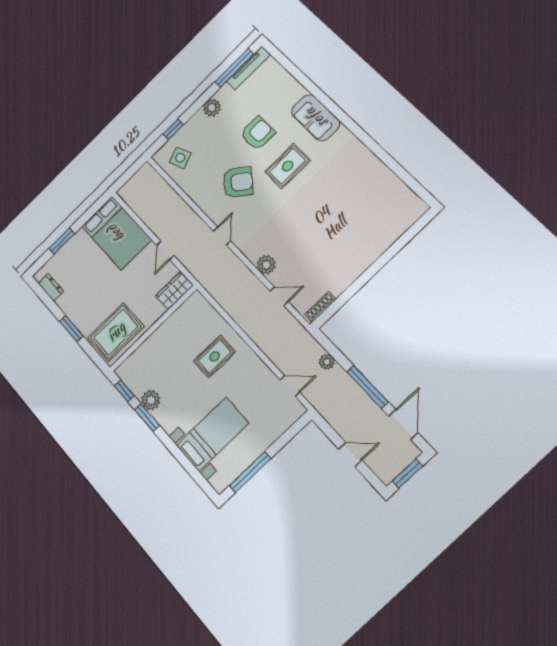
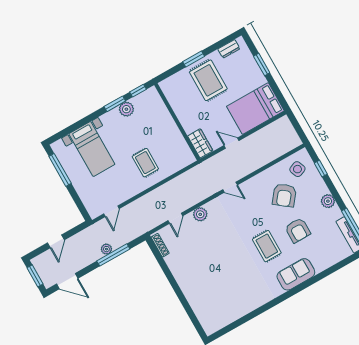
armchair: (238, 182) -> (284, 195), moved
rug: (116, 332) -> (208, 80), moved
plant: (327, 362) -> (106, 249), moved
window: (367, 387) -> (113, 255), moved

